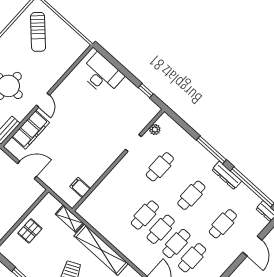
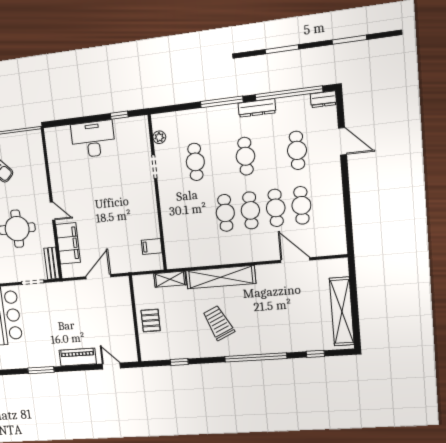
desk: (102, 74) -> (93, 139), moved

